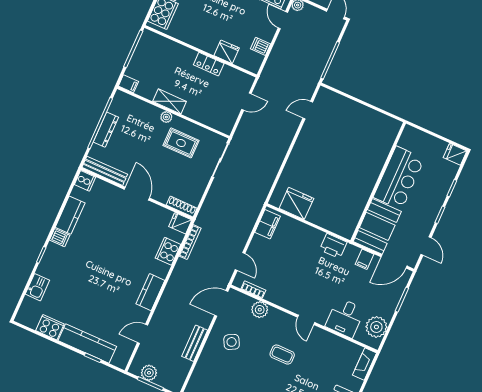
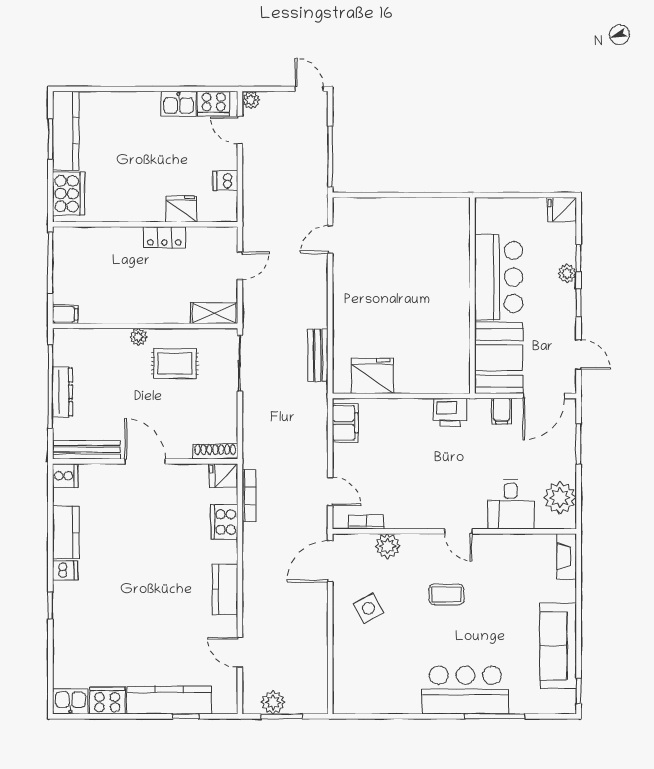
shelving: (170, 101) -> (214, 313), moved
plant: (441, 194) -> (567, 273), added
kitchen sink: (37, 287) -> (70, 702), moved, turned -90
door: (143, 334) -> (240, 652), hinge flipped
bench: (195, 343) -> (318, 355), moved

